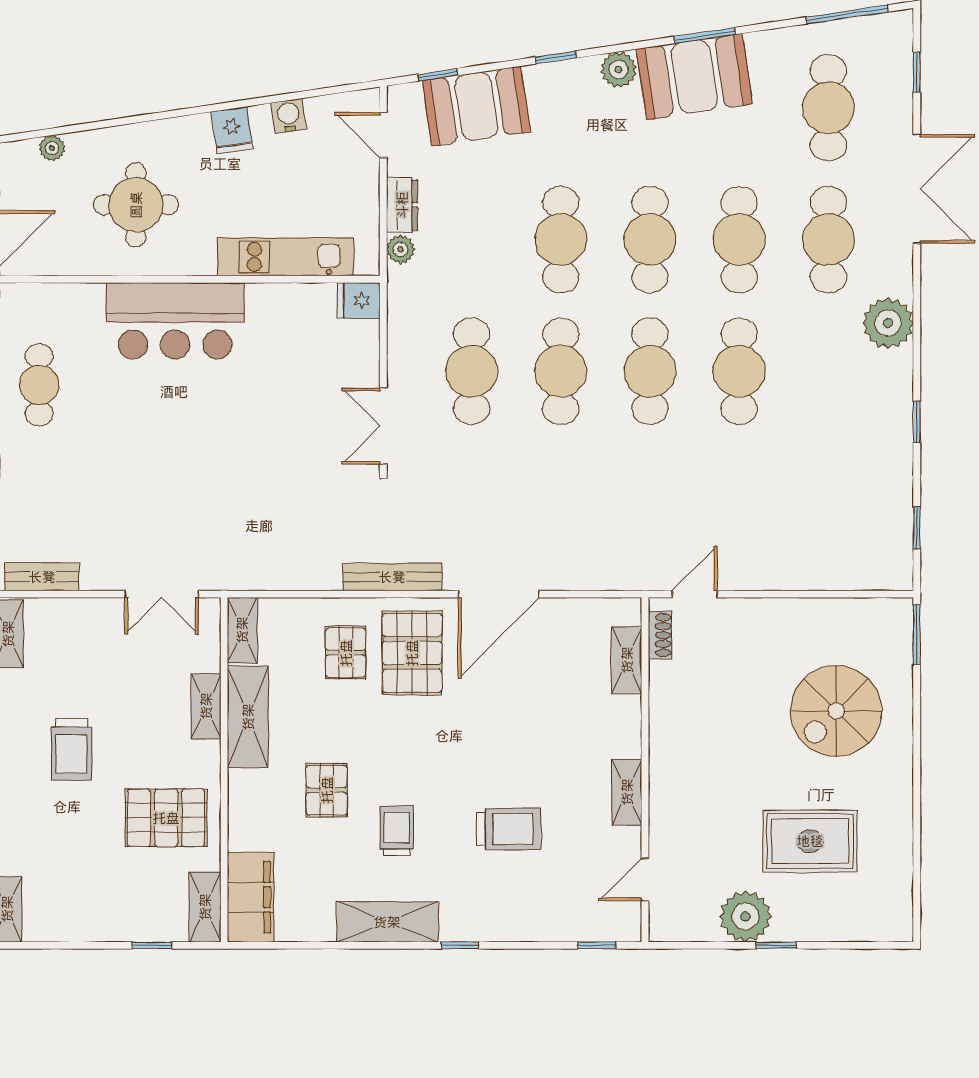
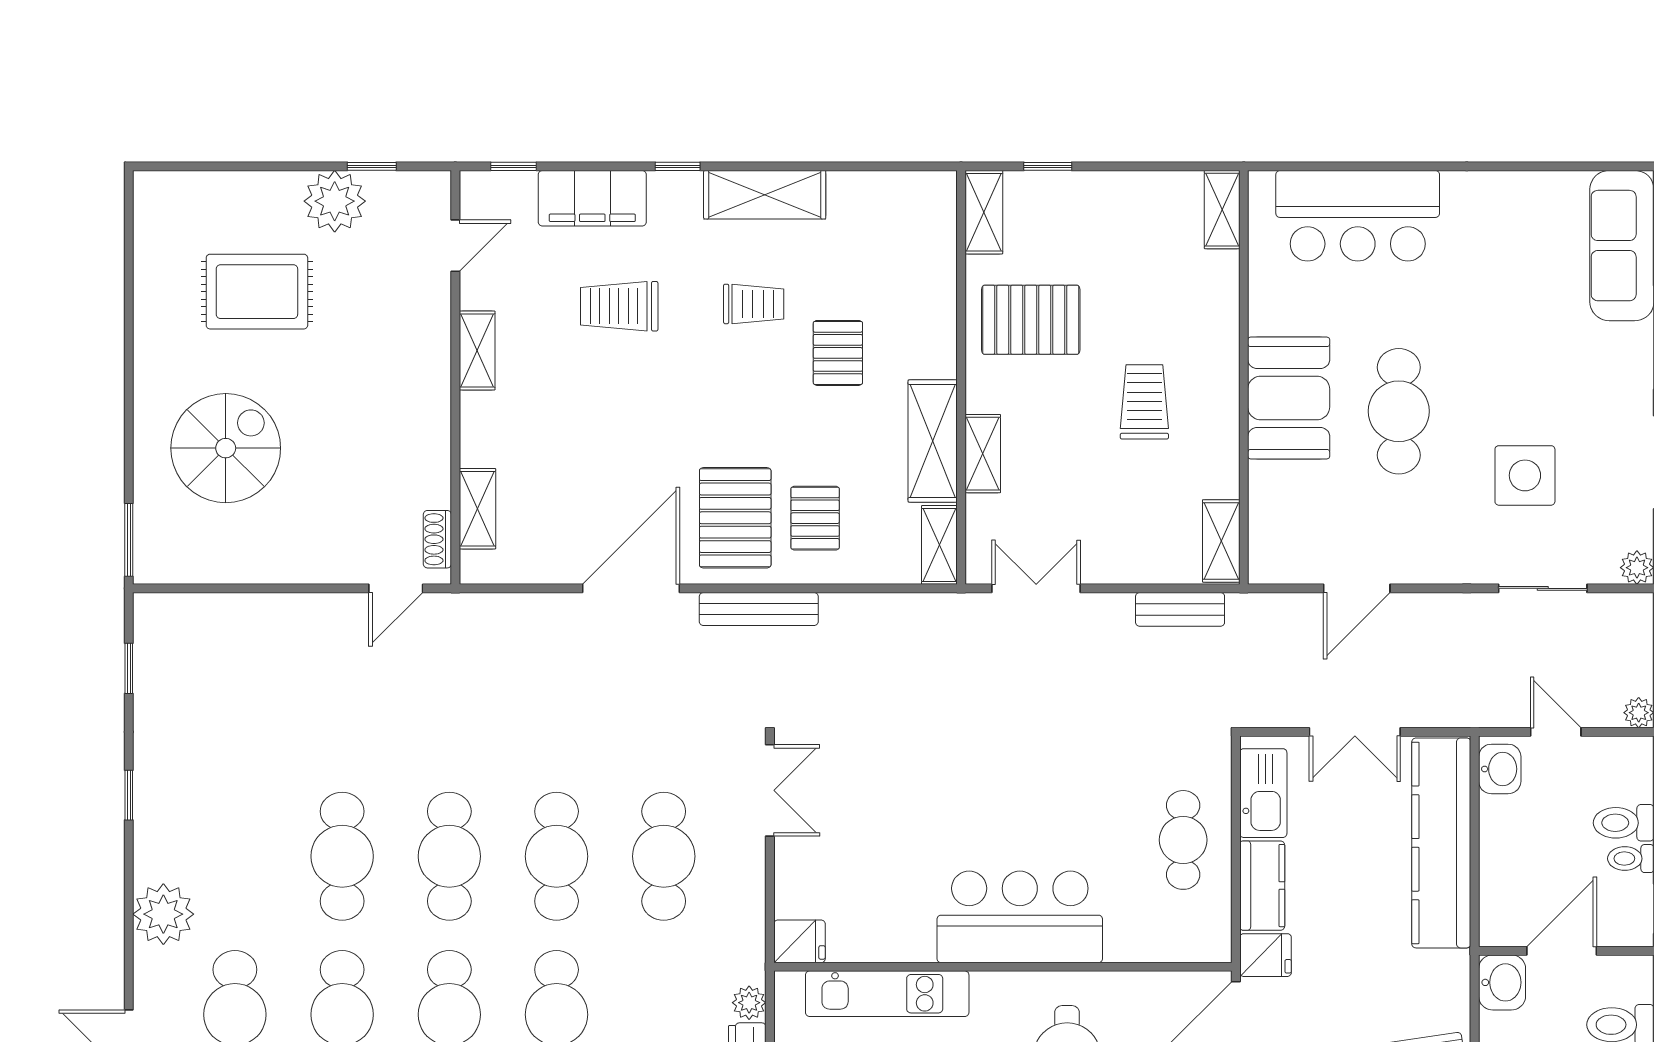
trolley: (397, 831) -> (754, 304), turned -90
filing cabinet: (251, 897) -> (592, 198), moved, turned -90
window: (776, 945) -> (372, 166), moved

